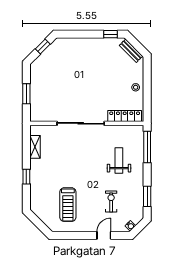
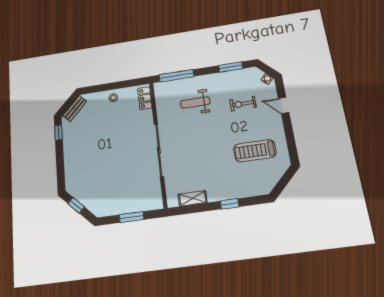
locker: (125, 116) -> (145, 98), width x0.66
treadmill: (68, 205) -> (255, 151), turned 180

